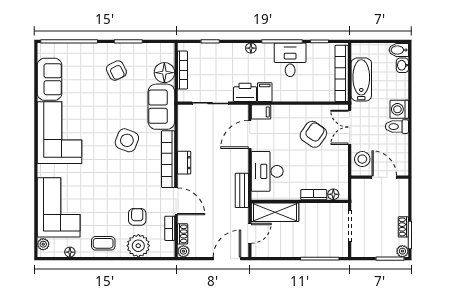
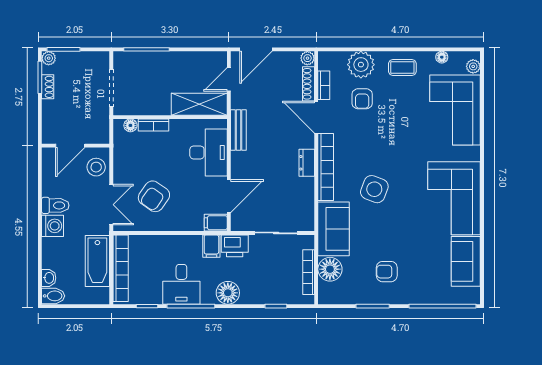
floor lamp: (251, 48) -> (228, 293), width x1.89, depth x1.89
armchair: (116, 71) -> (387, 272), turned -63
door: (384, 177) -> (70, 146), hinge flipped
shoe rack: (183, 234) -> (309, 84), width x1.43

